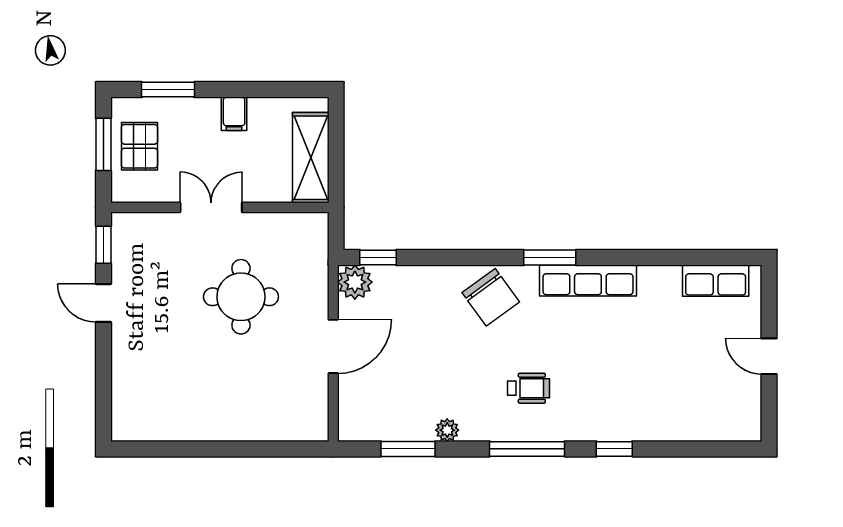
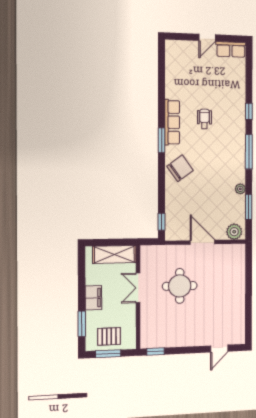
filing cabinet: (234, 114) -> (93, 298), width x2.00
double door: (211, 207) -> (138, 288), moved
row of seats: (716, 281) -> (231, 49), moved, turned 90
plant: (355, 282) -> (234, 232), moved
door: (103, 303) -> (219, 349), moved
wheelchair: (529, 388) -> (204, 119), moved

